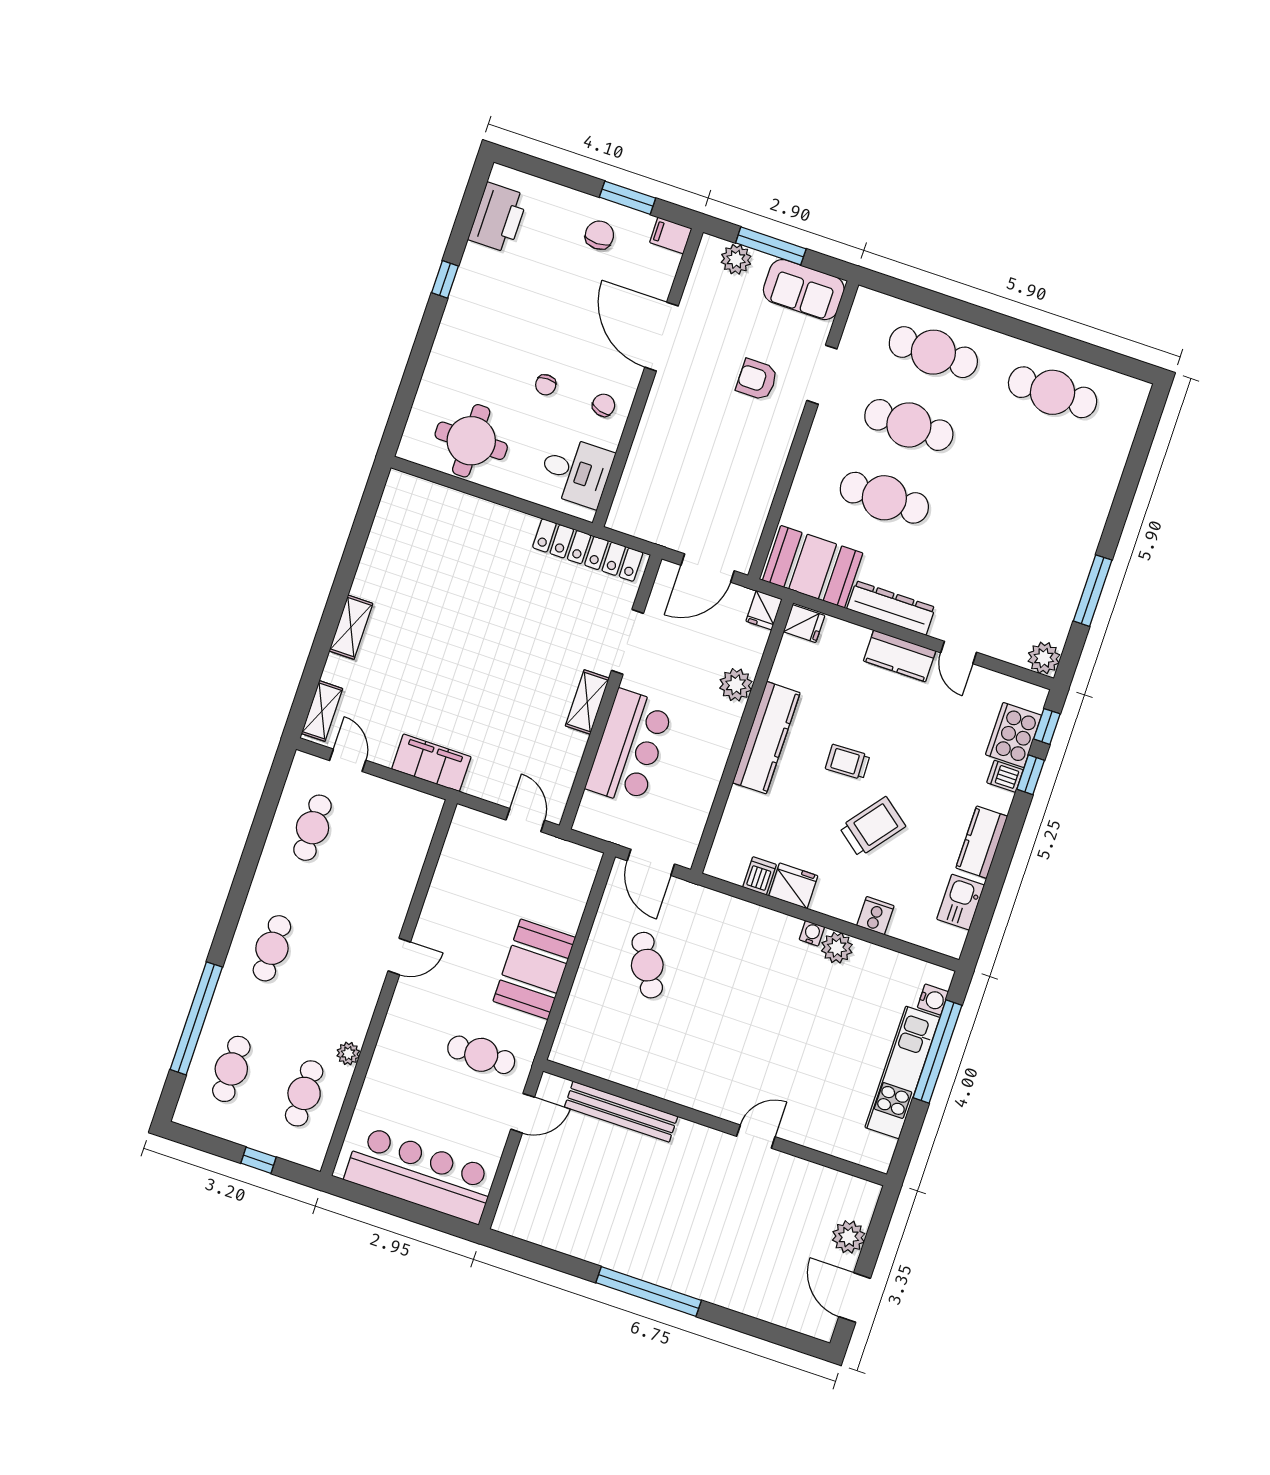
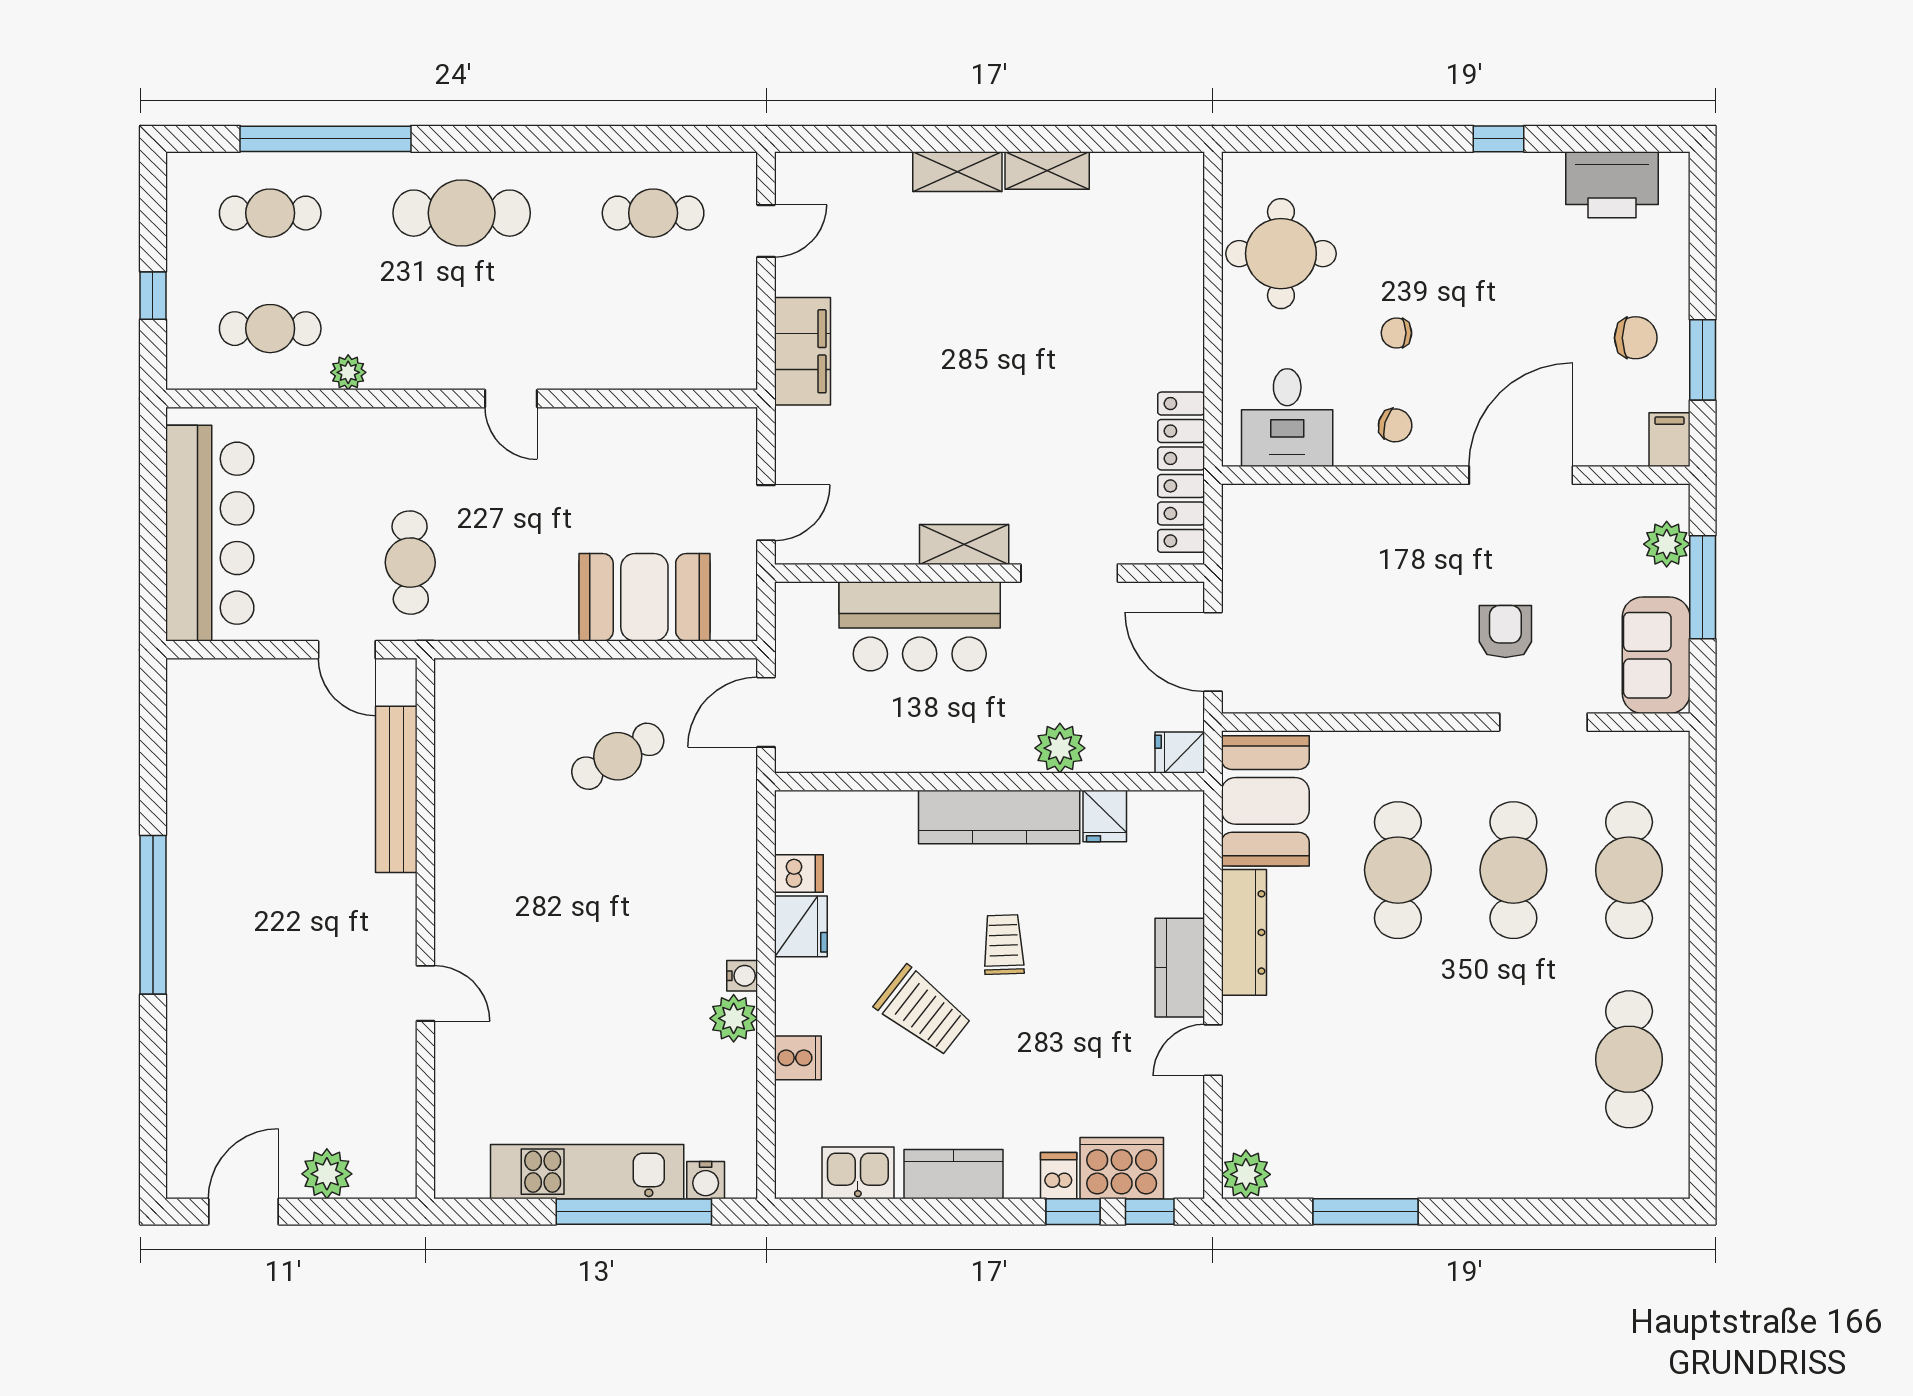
fridge: (804, 624) -> (1105, 816), moved
shelving: (322, 711) -> (1047, 170), moved
cafe table: (272, 948) -> (462, 213), width x1.37, depth x1.35
booth: (534, 969) -> (644, 597), moved

